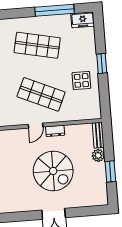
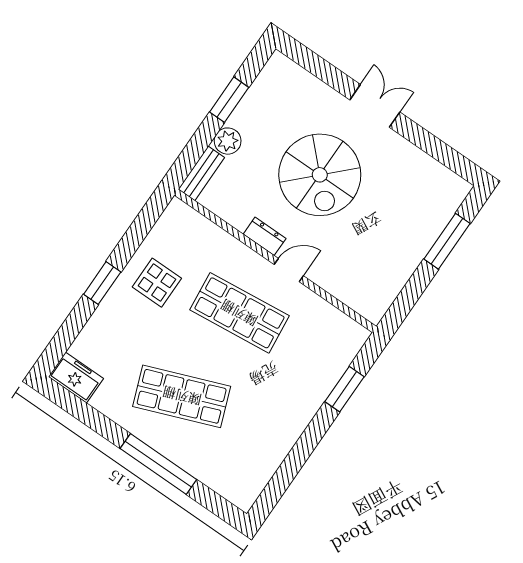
window: (55, 10) -> (158, 464), moved
shop shelf: (37, 45) -> (182, 396), turned -33
shop shelf: (41, 94) -> (239, 313), turned -30
spiral stairs: (53, 171) -> (320, 175), turned 180

